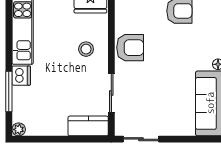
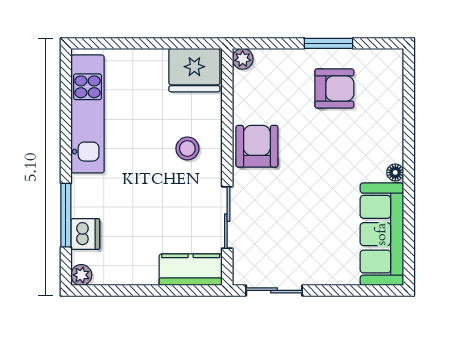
armchair: (130, 48) -> (257, 146), turned -90
dishwasher: (21, 76) -> (85, 234), moved

